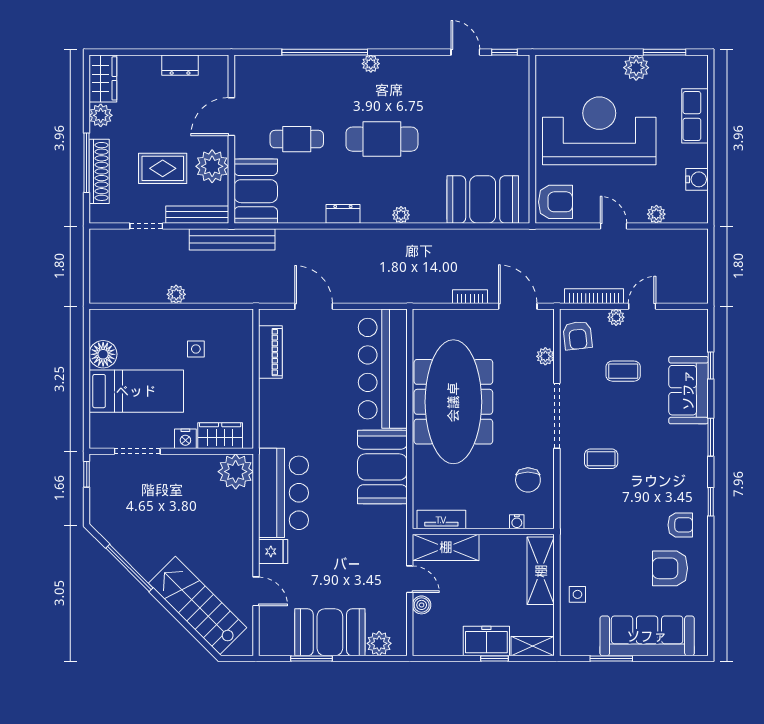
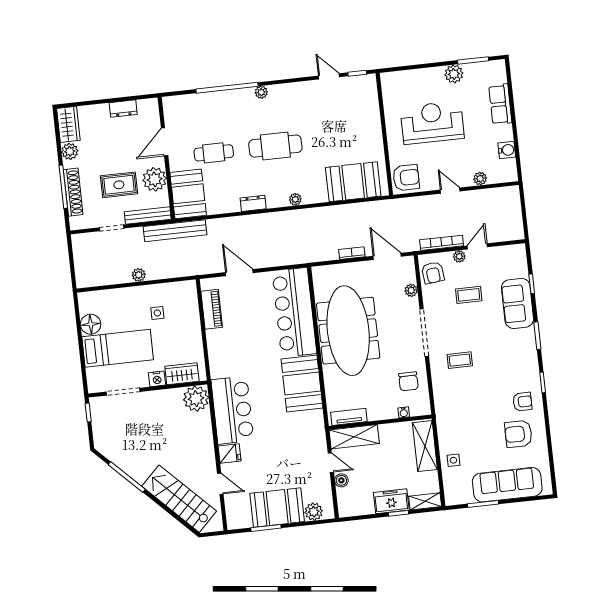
reception desk: (599, 131) -> (432, 123), width x0.74, depth x0.77

